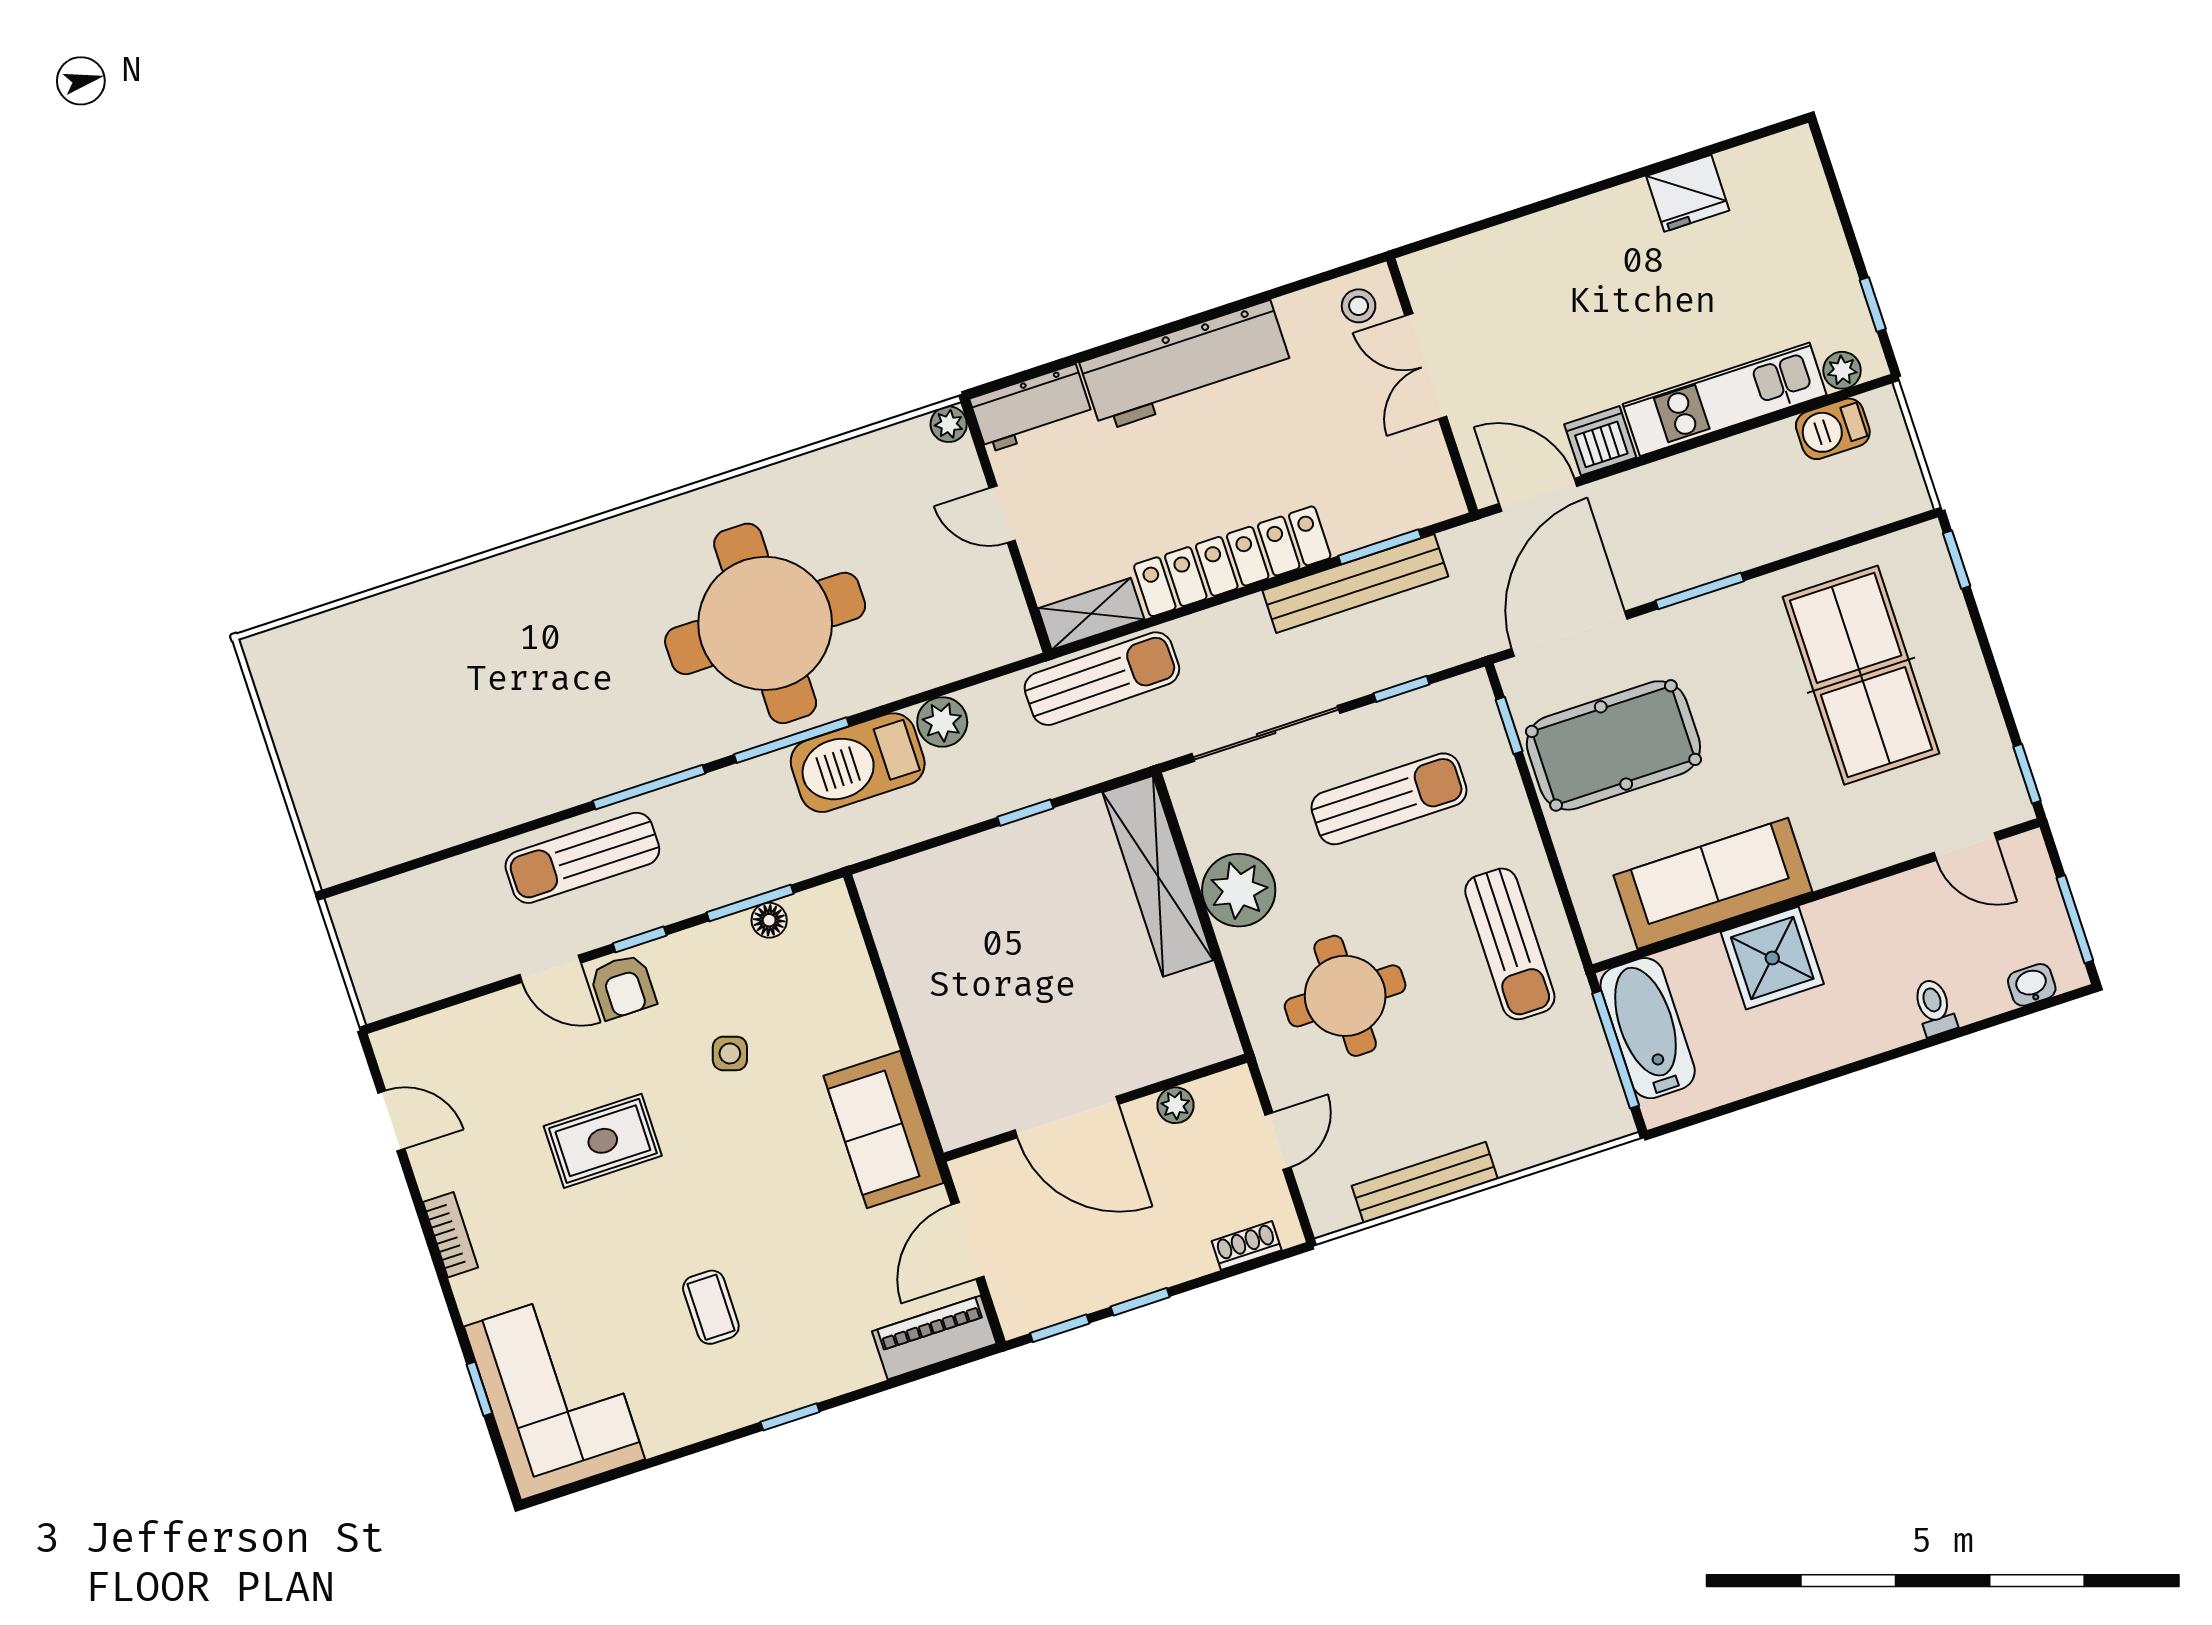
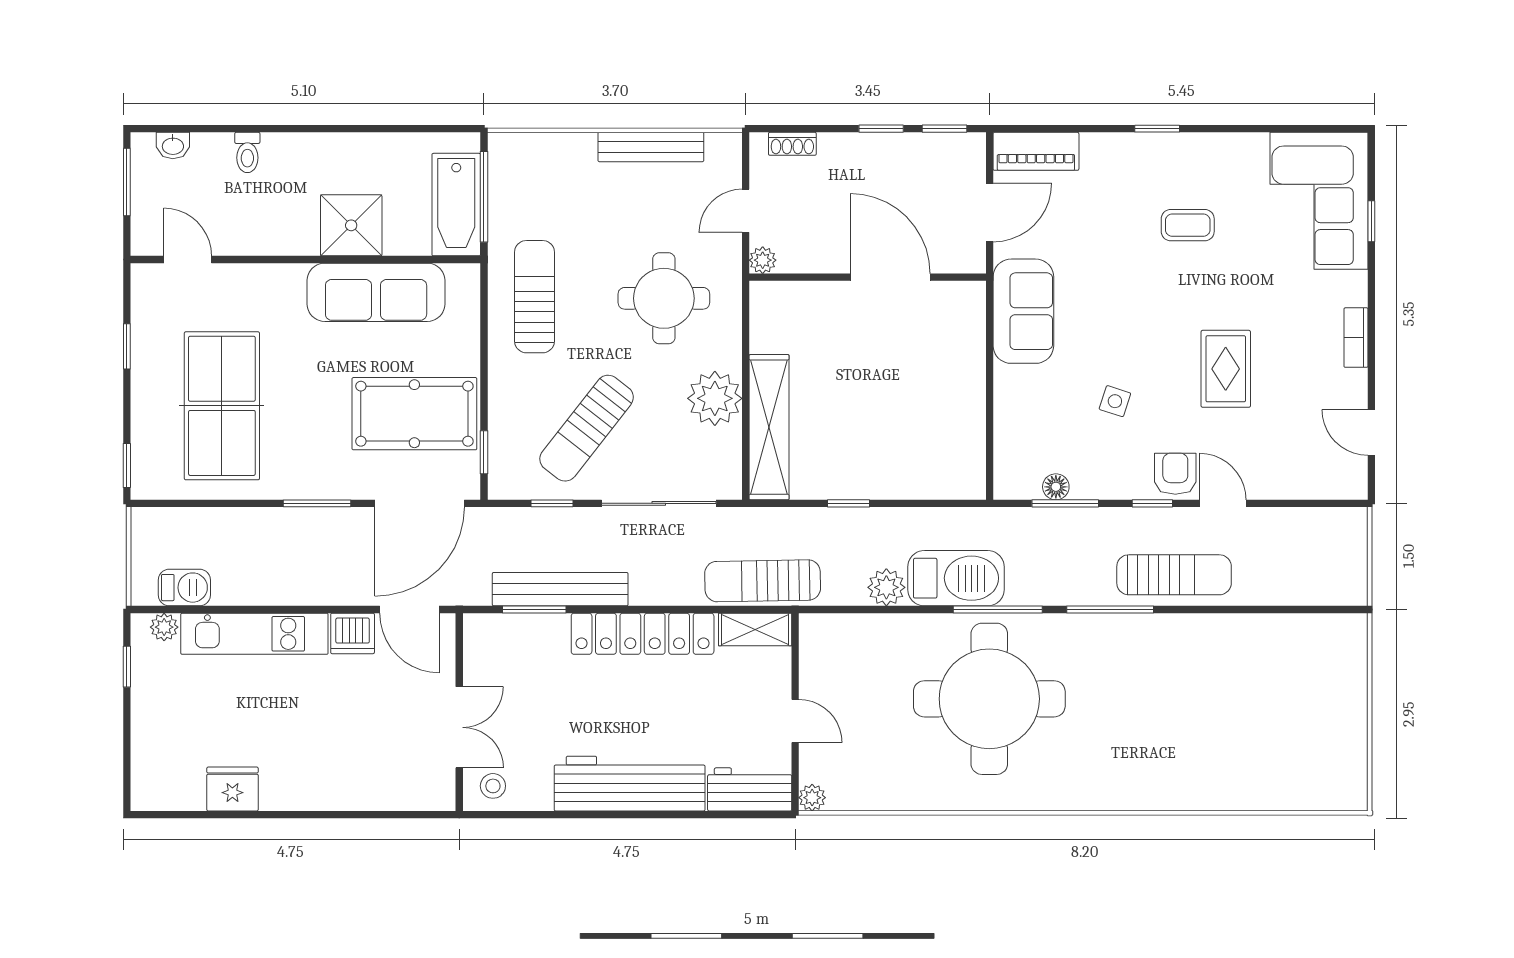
window: (2027, 774) -> (127, 346), moved
sun lounger: (1389, 799) -> (587, 428), turned -52
plant: (1175, 1105) -> (763, 260), moved
rug: (603, 1141) -> (1226, 369), turned 90
coffee table: (711, 1307) -> (1188, 225), turned 90

